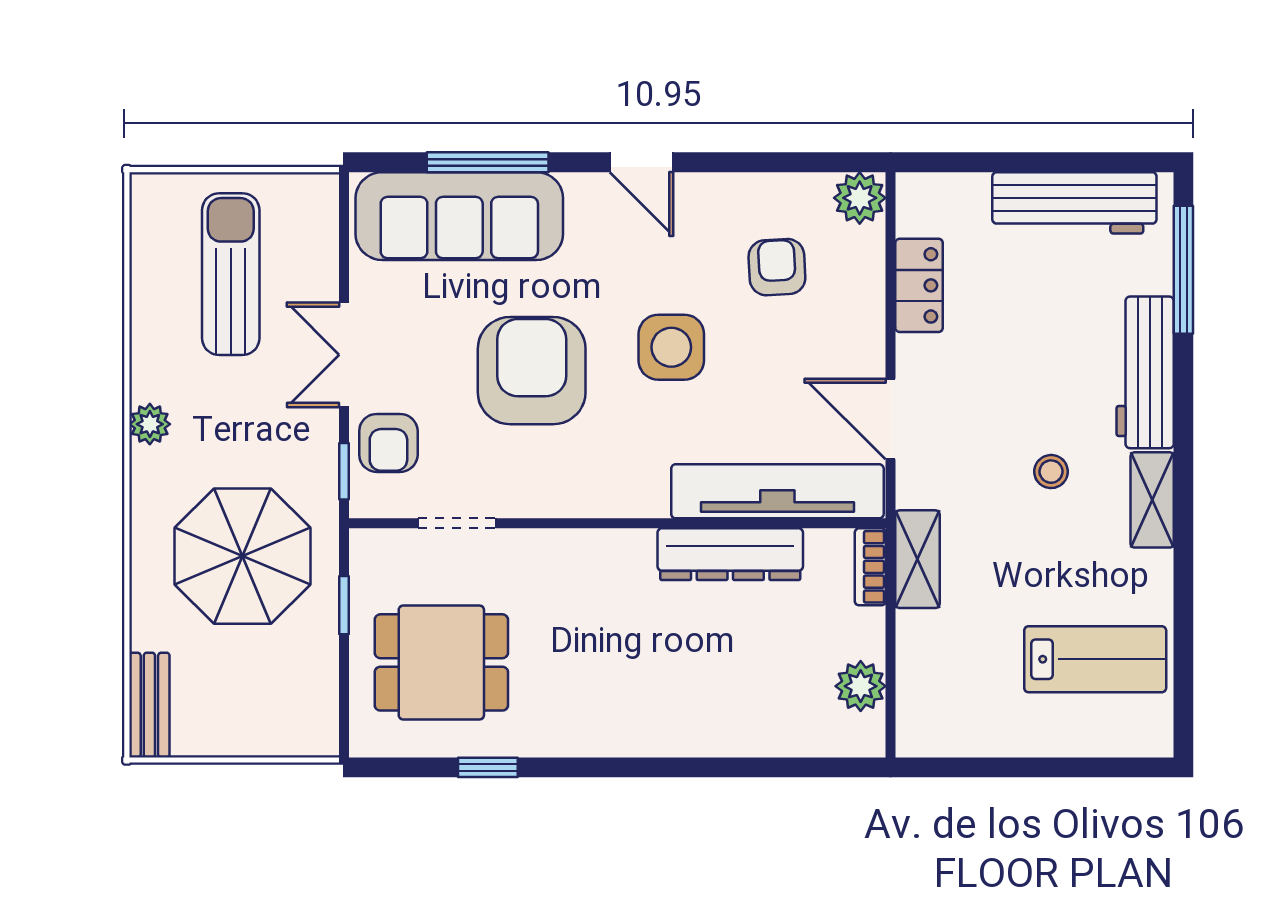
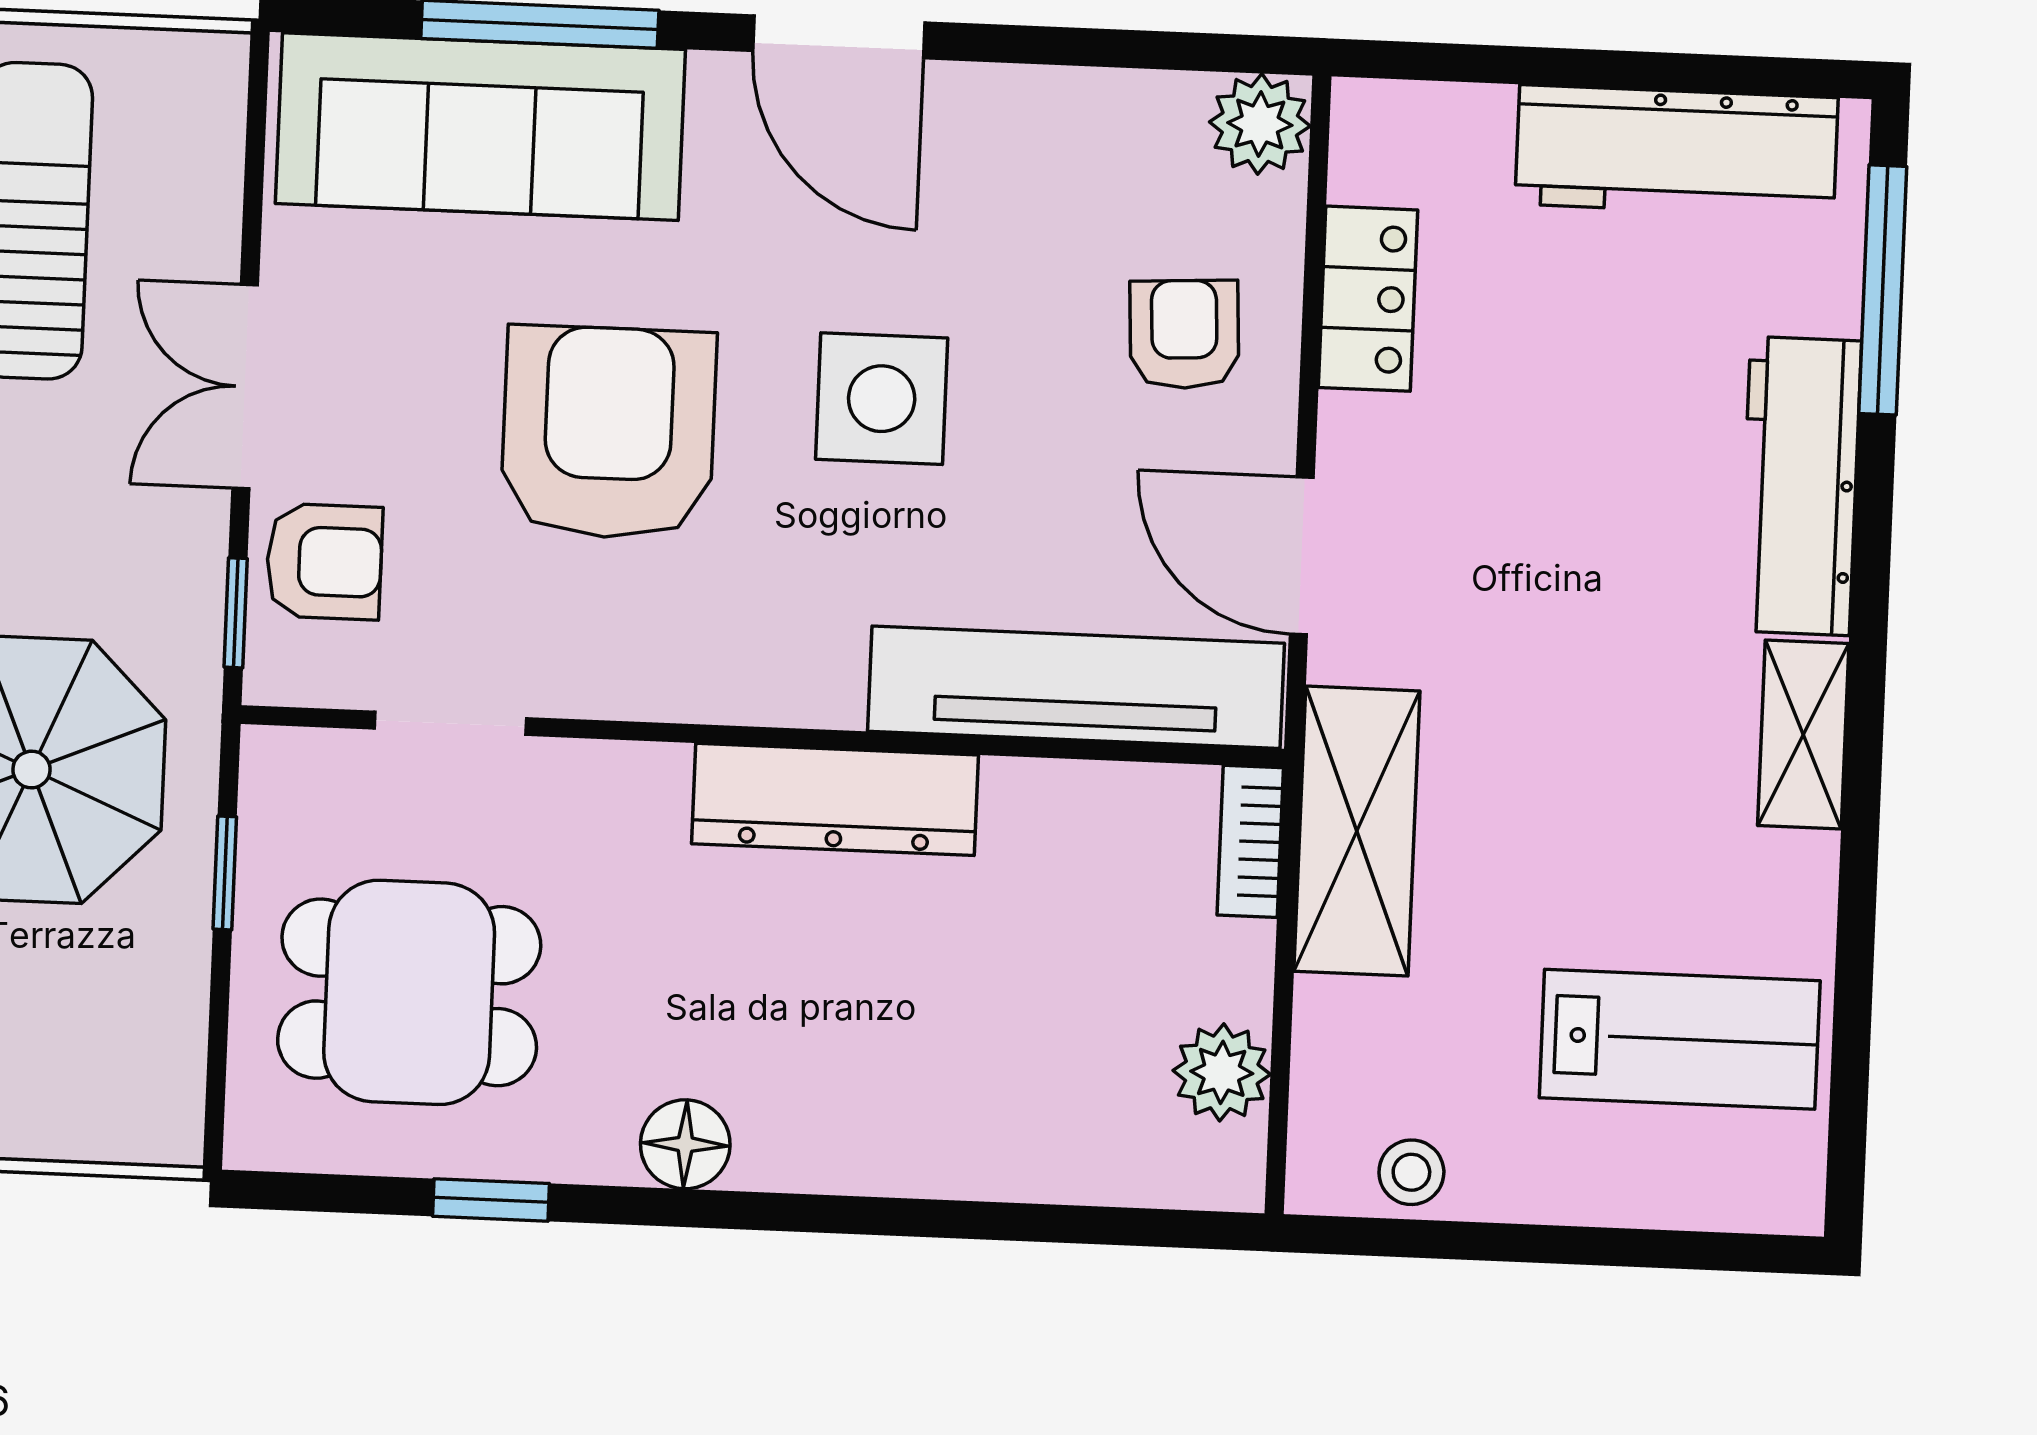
door: (642, 162) -> (839, 37), width x1.38
armchair: (777, 267) -> (1184, 334), moved
armchair: (388, 443) -> (324, 562), turned -90
stool: (1051, 472) -> (1411, 1172), moved
dresser: (730, 554) -> (835, 799), moved
shelving: (917, 559) -> (1357, 831), width x1.50, depth x1.33
floor lamp: (586, 735) -> (685, 1144), added

